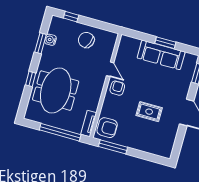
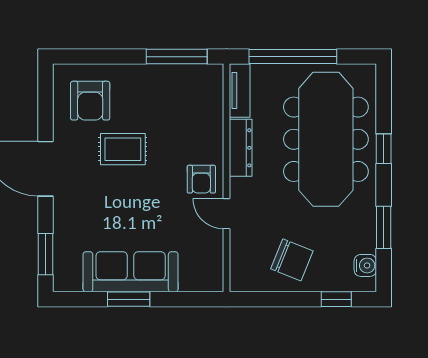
water cooler: (50, 40) -> (365, 265), moved
meeting table: (56, 91) -> (326, 139), width x1.36
dresser: (95, 97) -> (241, 148), added
armchair: (107, 128) -> (90, 101), moved, turned -90

